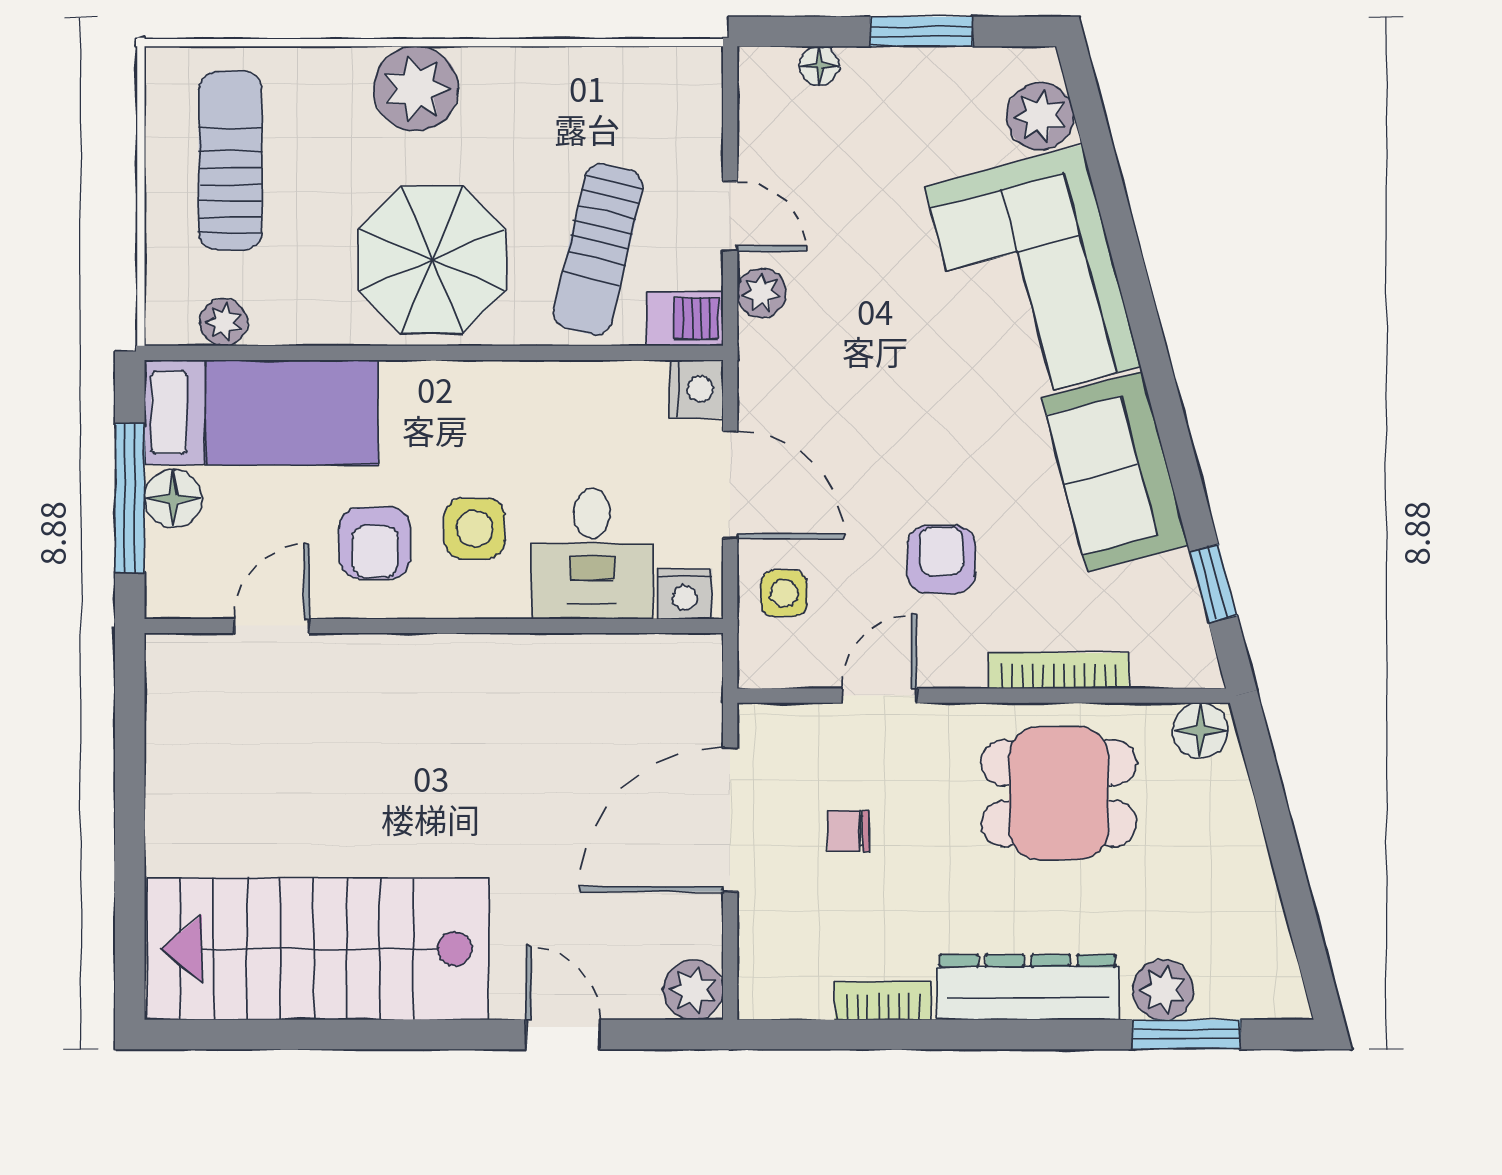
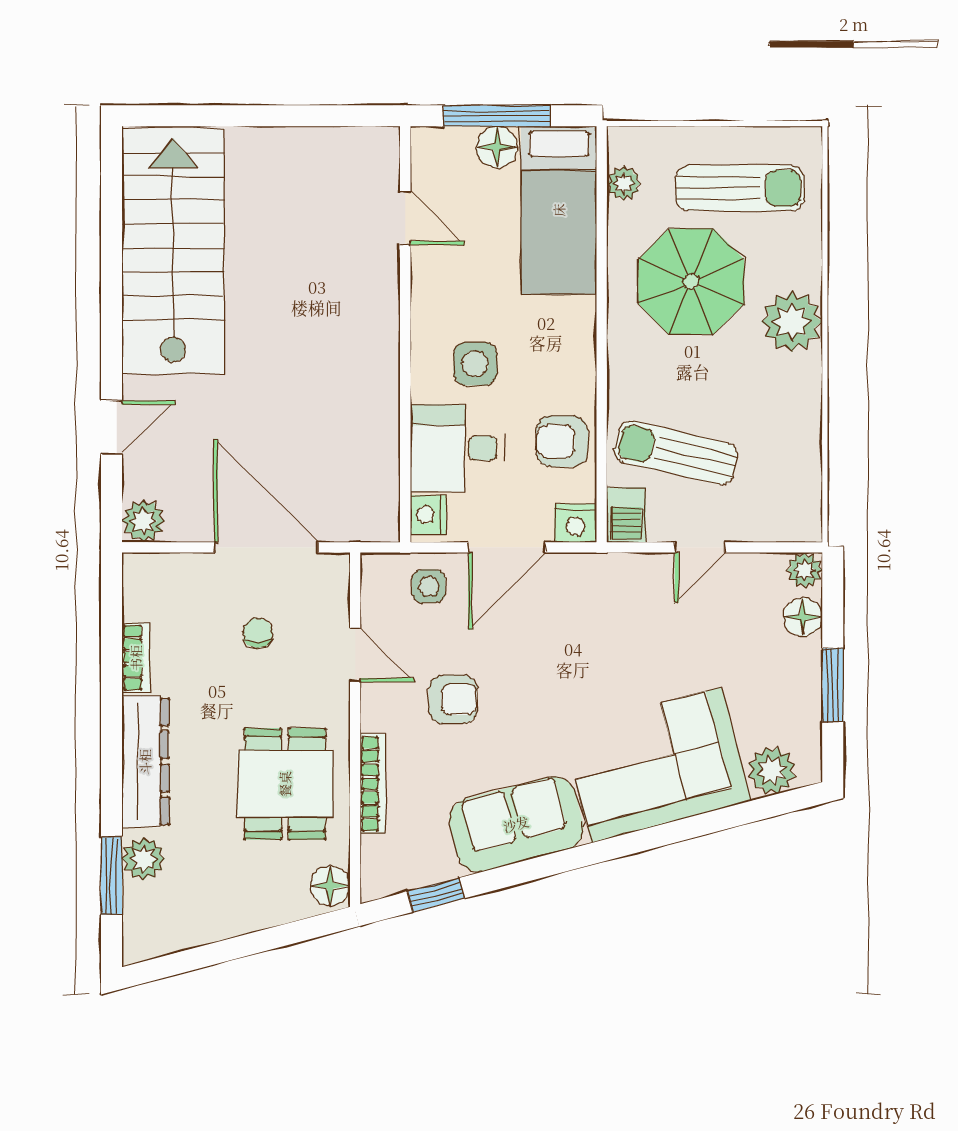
floor lamp: (819, 66) -> (803, 617), width x1.37, depth x1.37
parasol: (432, 260) -> (691, 281), moved
plant: (762, 293) -> (805, 570), moved
armchair: (375, 543) -> (562, 441), moved

